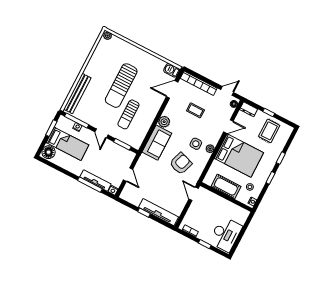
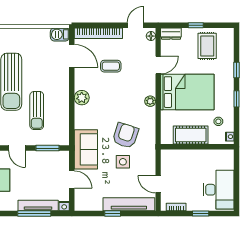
door: (172, 89) -> (72, 56), swing flipped
sofa: (157, 143) -> (86, 149), moved
side table: (196, 144) -> (123, 162), moved
door: (194, 194) -> (158, 184), moved

